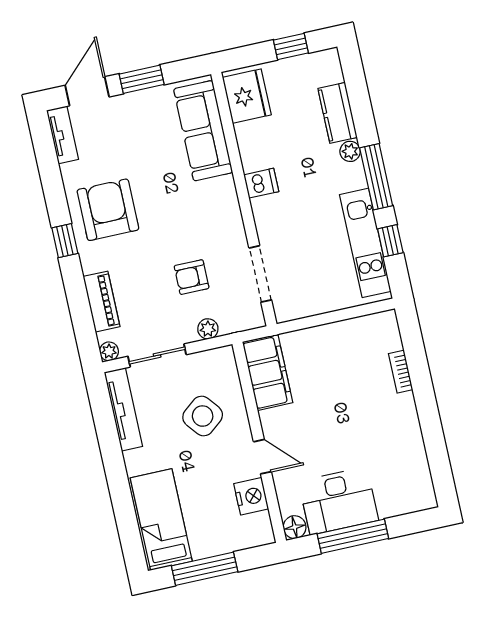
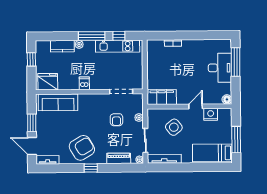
armchair: (108, 210) -> (82, 148), turned 149
desk: (339, 501) -> (220, 68), moved
window: (353, 536) -> (236, 62), moved

